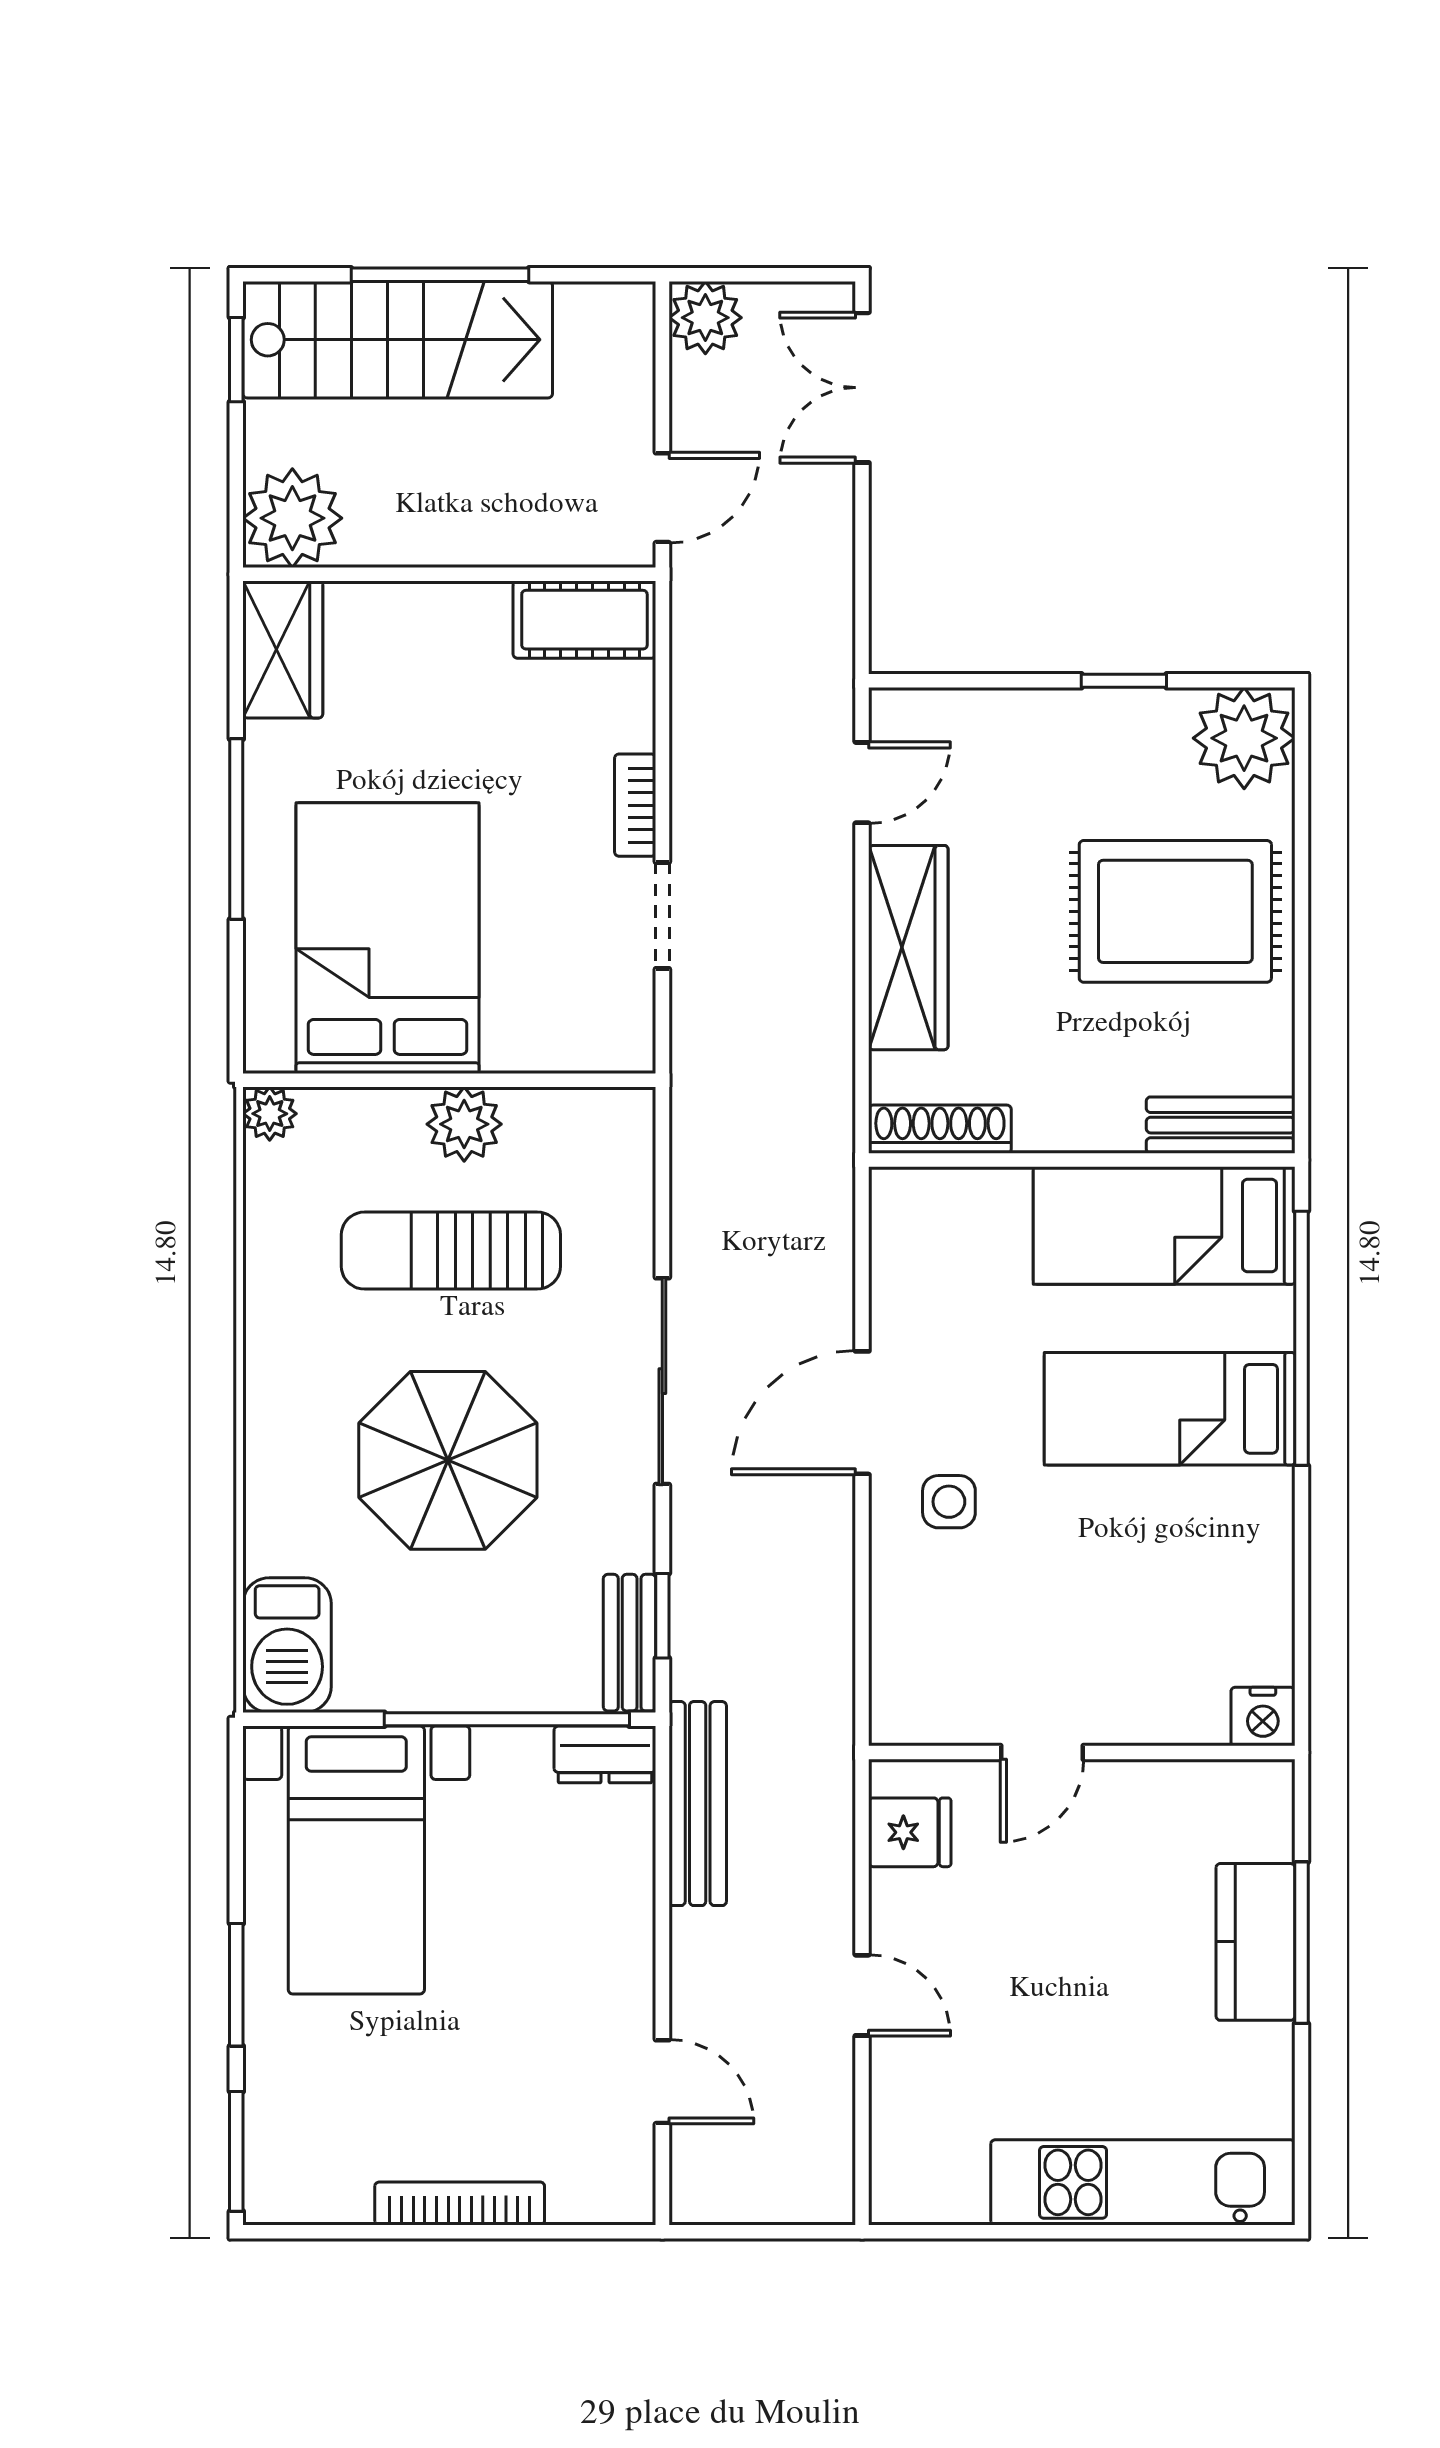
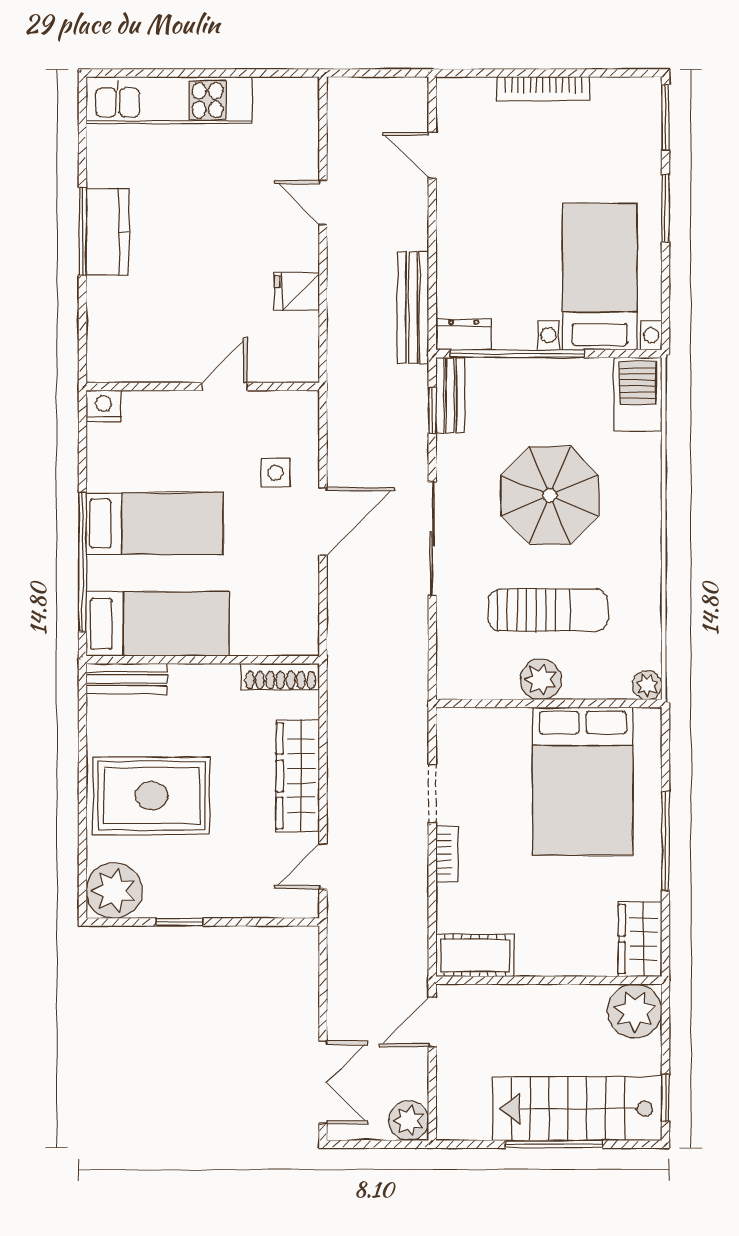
nightstand: (1263, 1717) -> (104, 406), moved
door: (1042, 1753) -> (225, 386), moved
wall: (1082, 1753) -> (203, 386), moved

